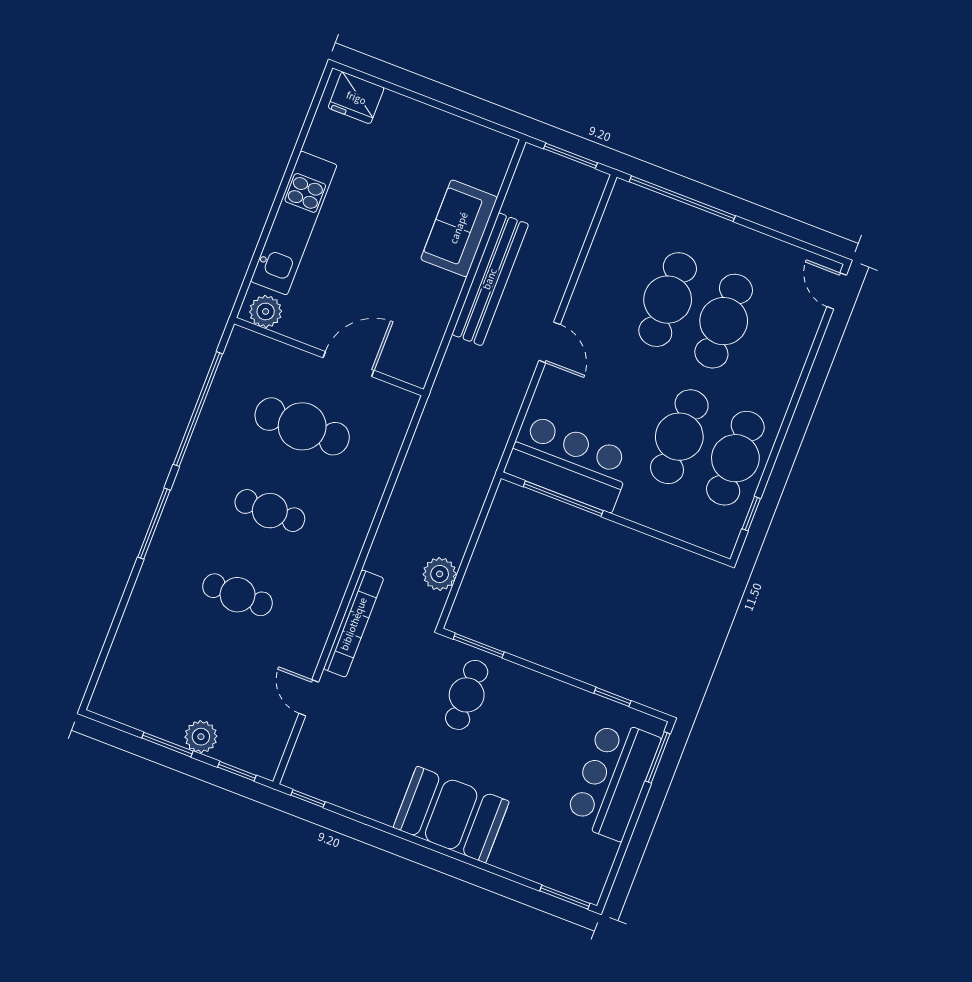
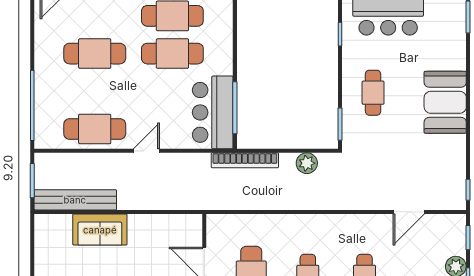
bench: (490, 279) -> (75, 200), moved
cafe table: (668, 300) -> (95, 129), moved
bookcase: (354, 624) -> (245, 160), moved, turned 180
cafe table: (467, 695) -> (373, 93), moved, turned 90
door: (309, 698) -> (409, 212), width x1.38

